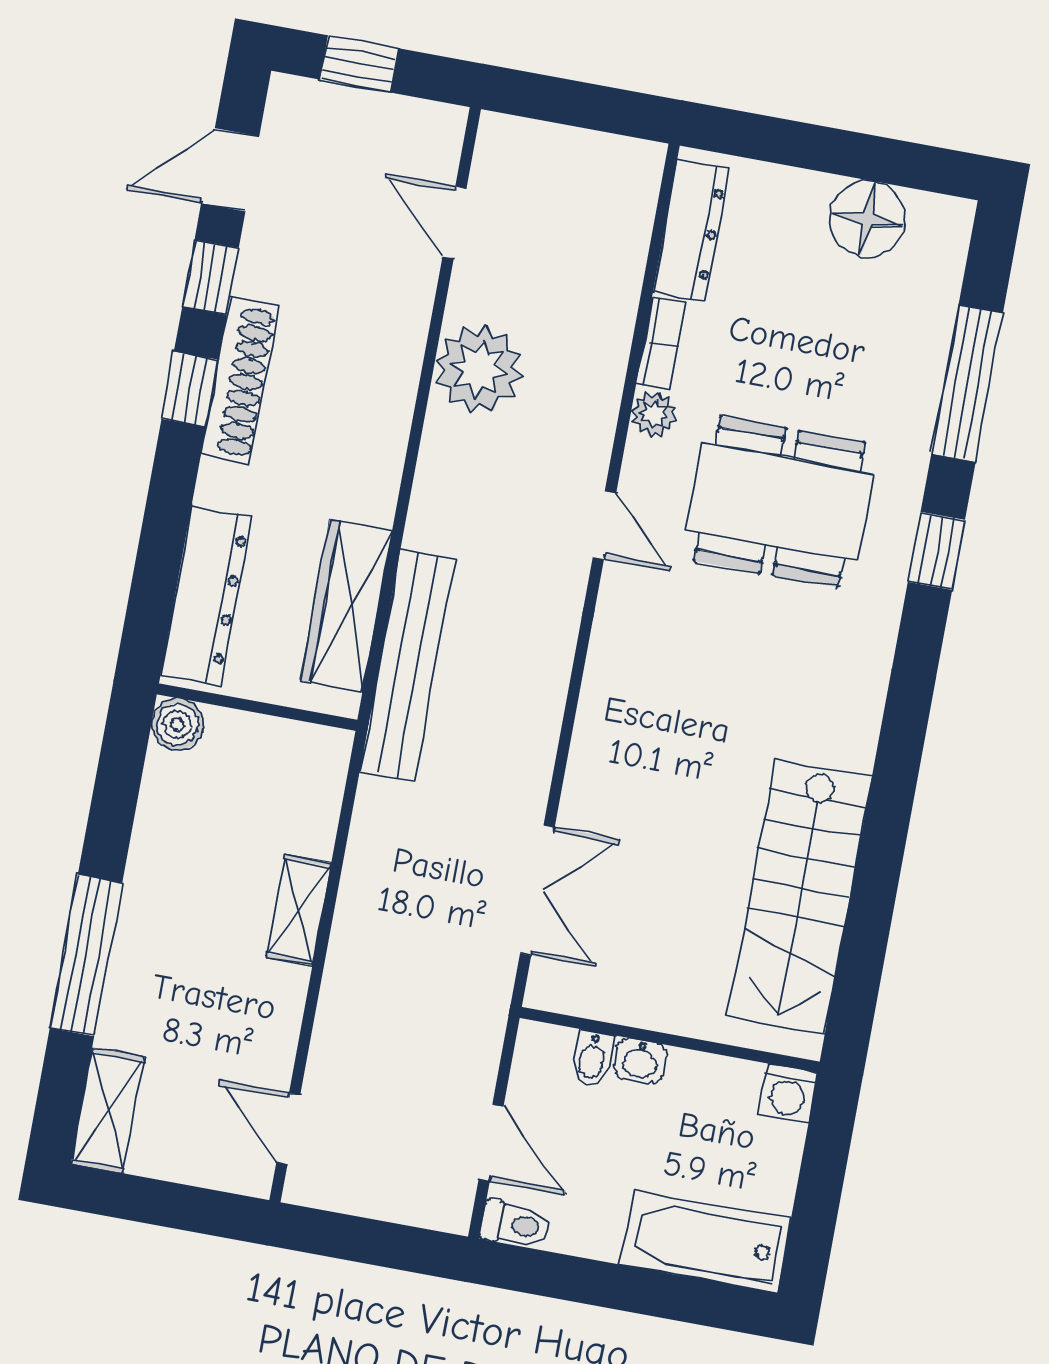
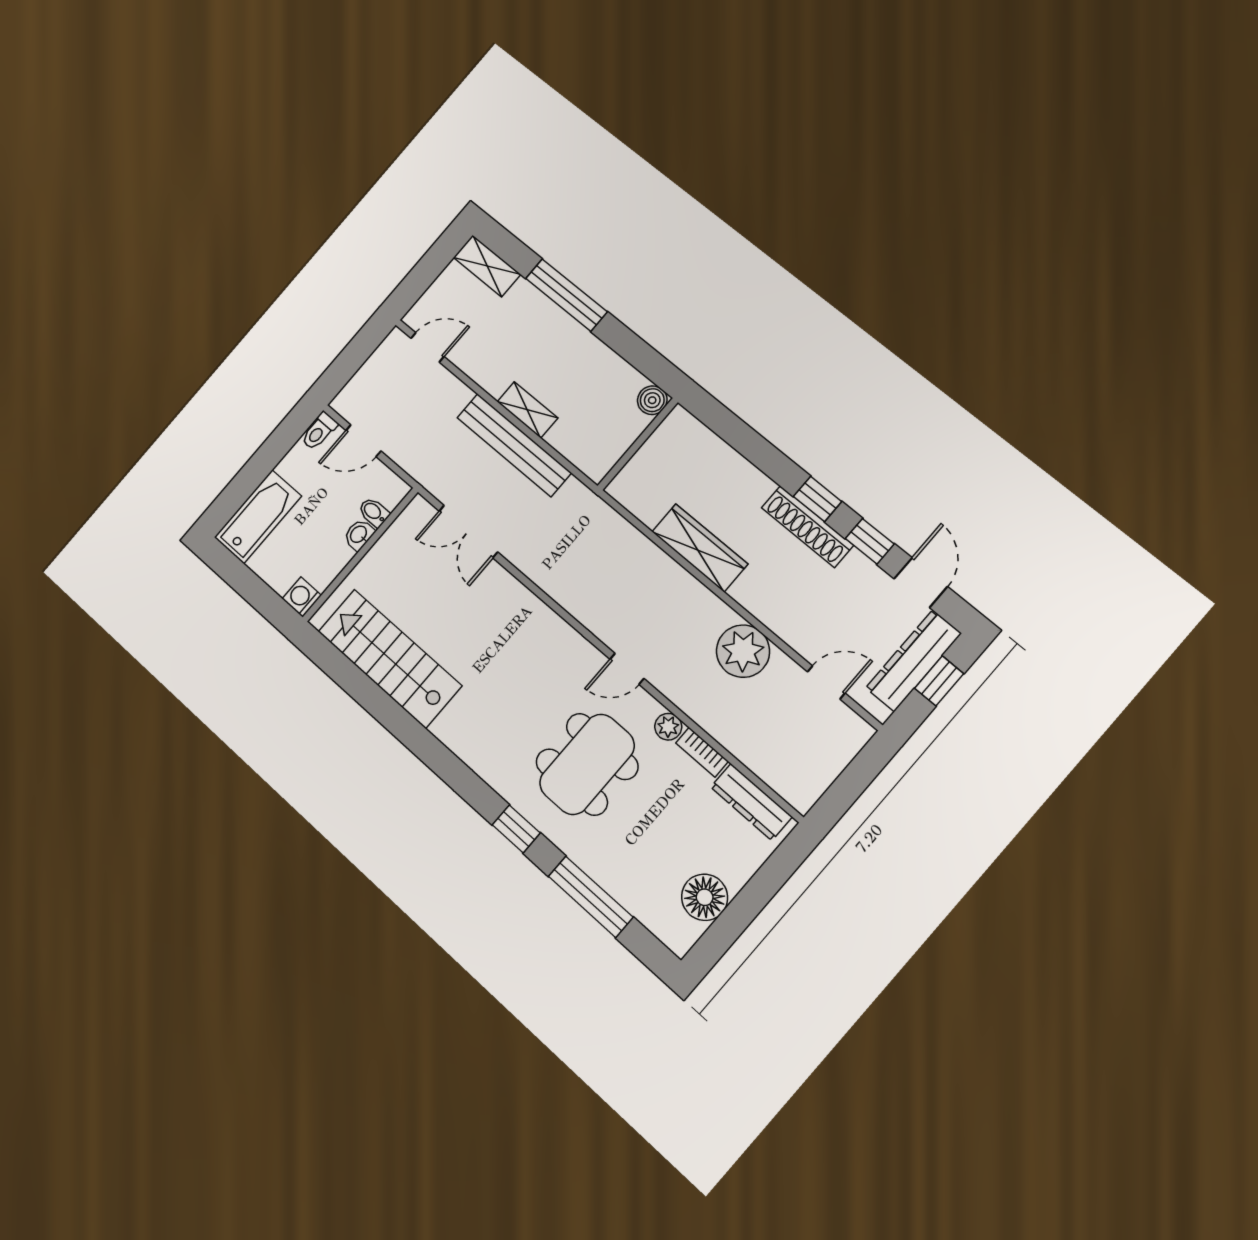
dresser: (206, 596) -> (913, 661), moved, turned 90
wardrobe: (346, 606) -> (700, 548), moved
bench: (407, 666) -> (514, 445), moved

